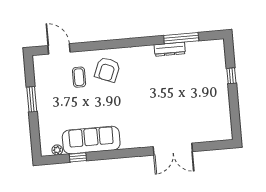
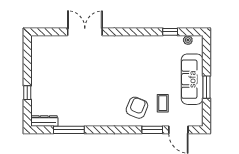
window: (88, 46) -> (152, 130), added
dresser: (170, 49) -> (44, 121), moved
sofa: (91, 140) -> (192, 79), moved, turned 90

